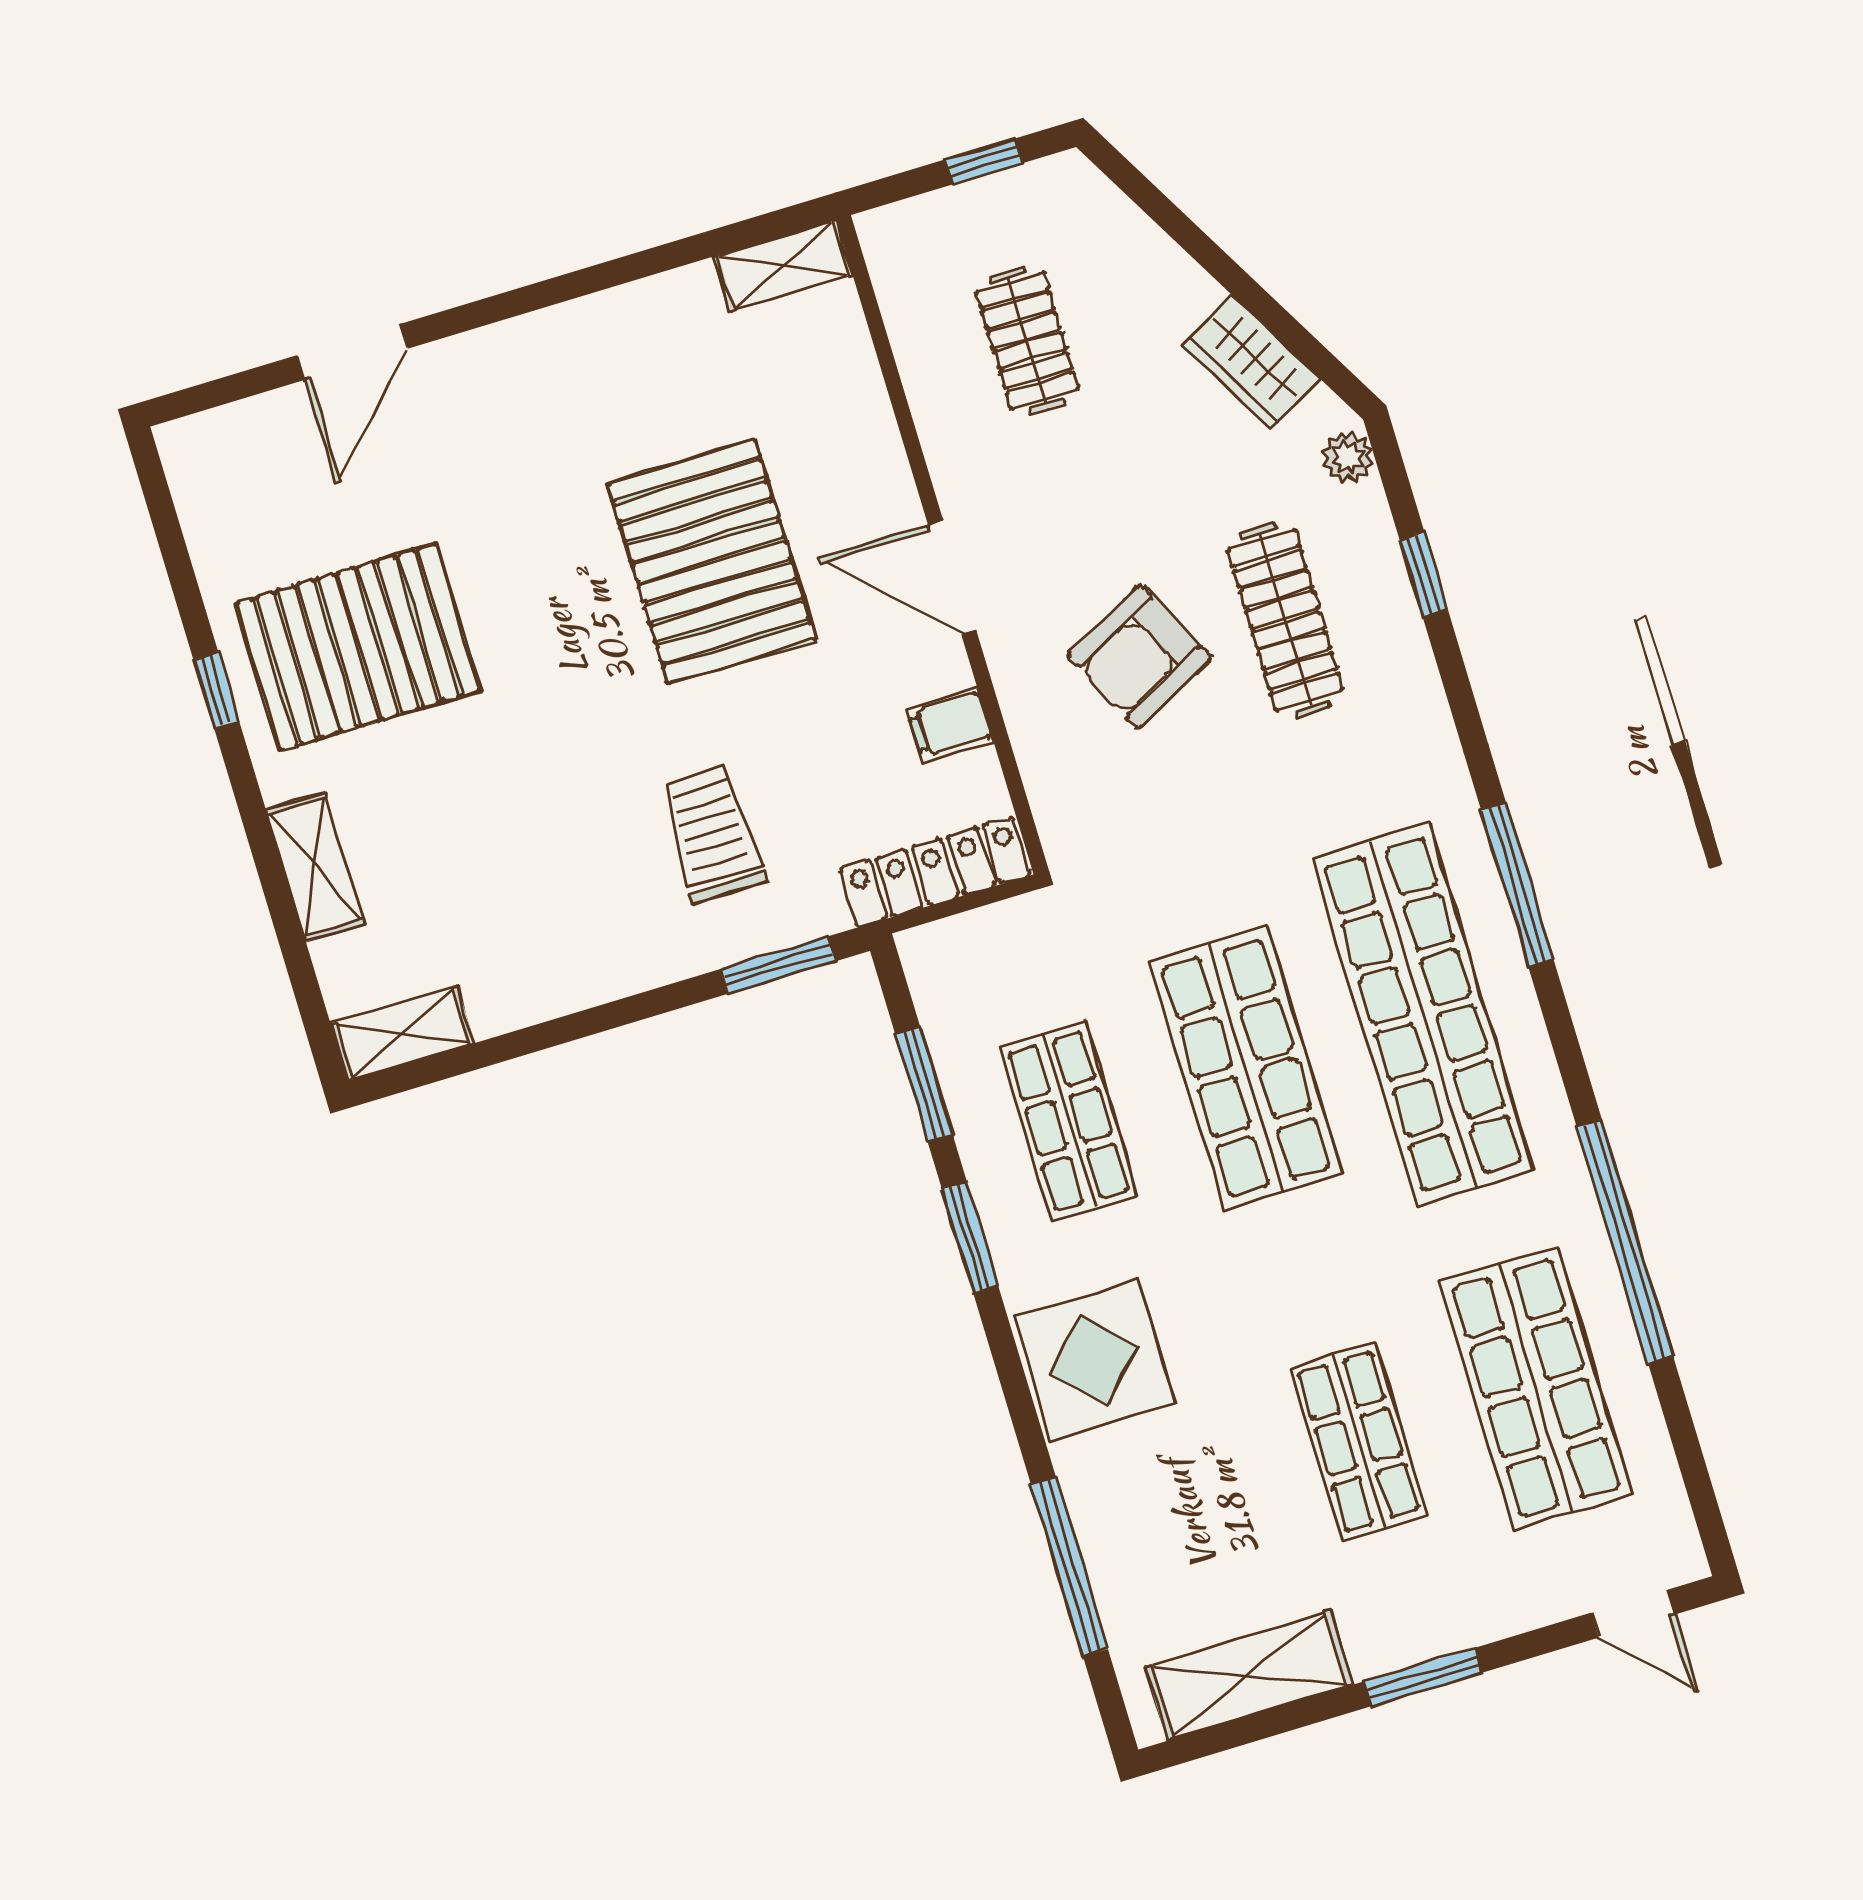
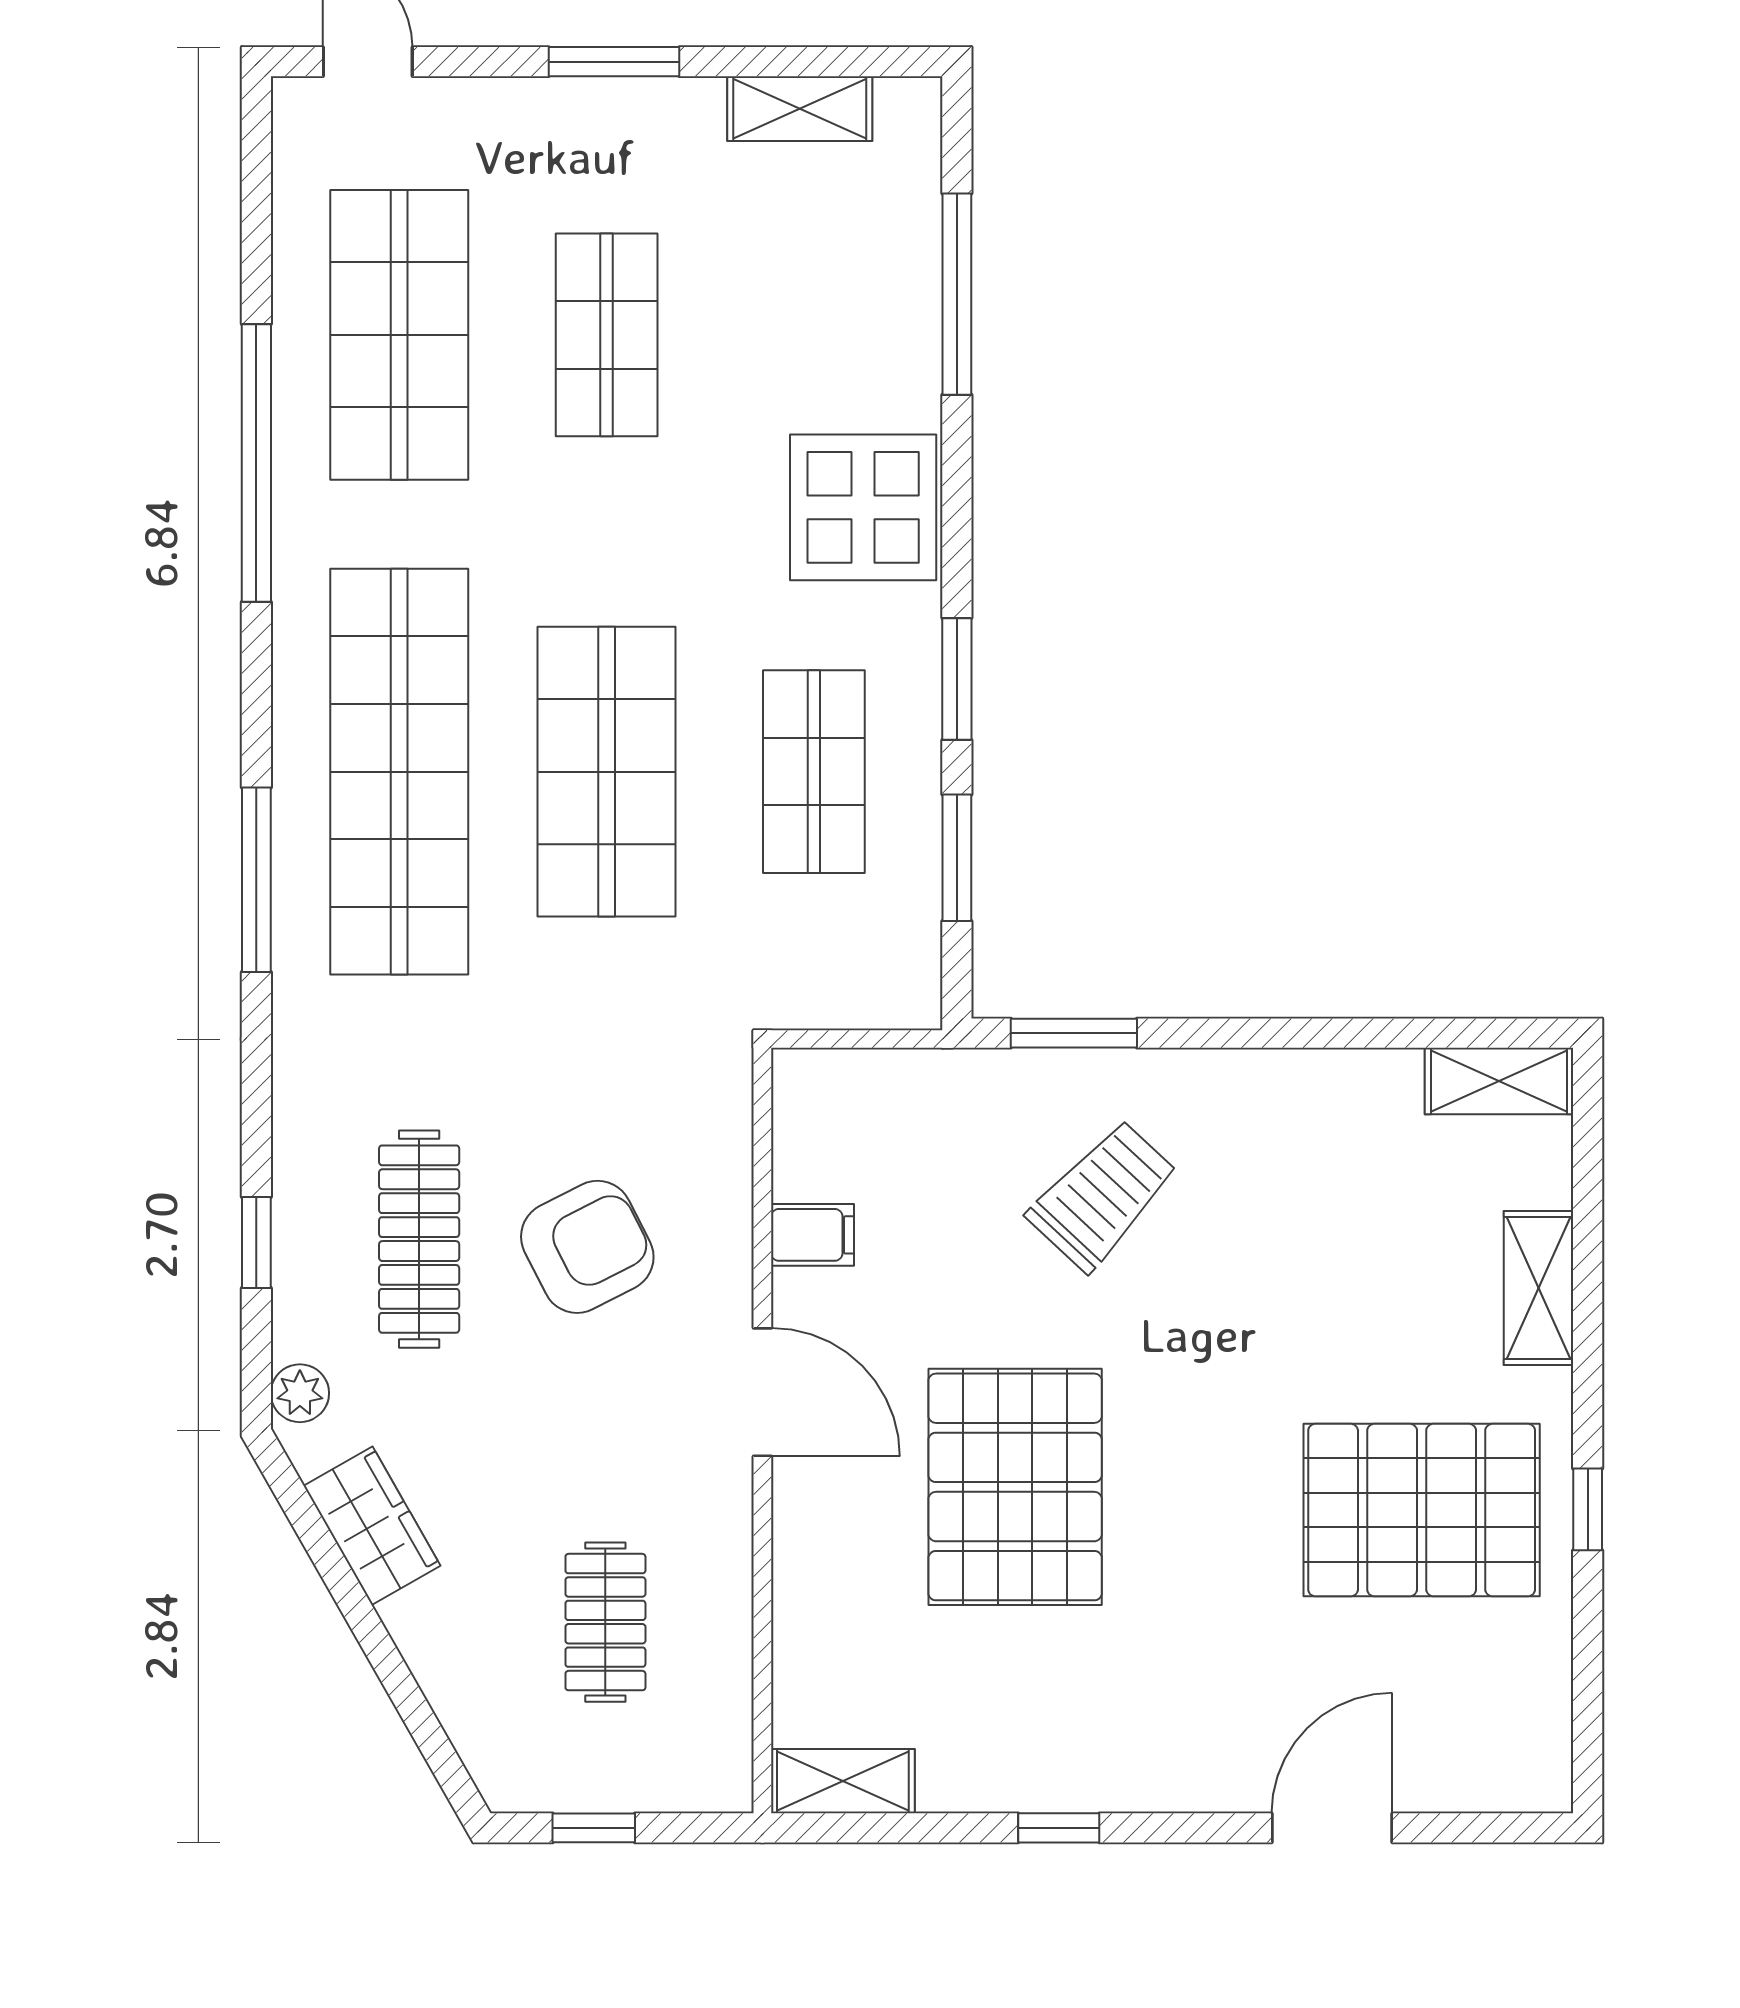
window: (586, 281) -> (1059, 1828), added
trolley: (712, 834) -> (1103, 1195), turned -137
locker: (935, 872) -> (876, 1082), removed
shelving: (1249, 1676) -> (800, 109), width x0.67, depth x0.75

